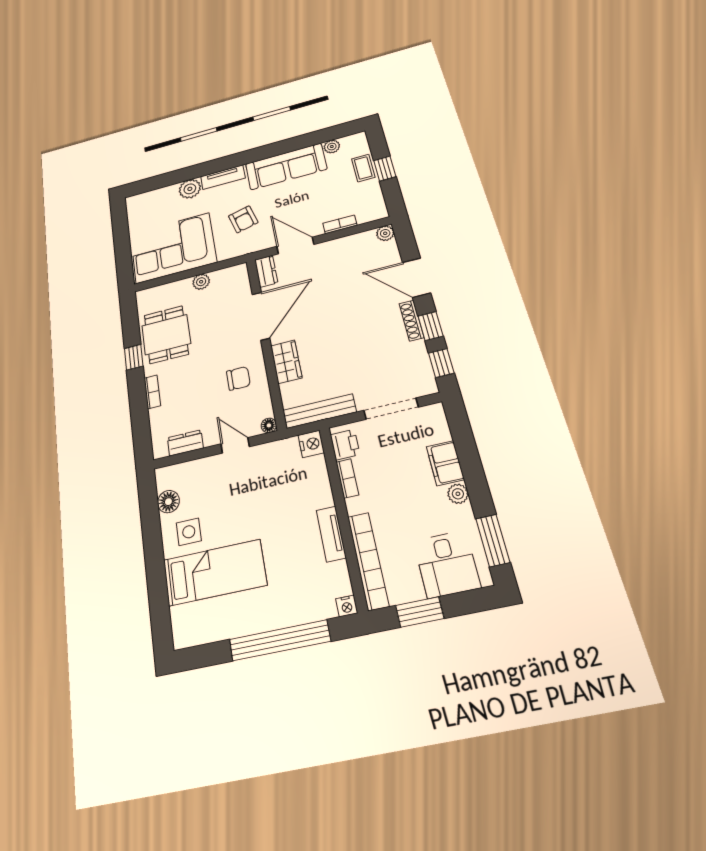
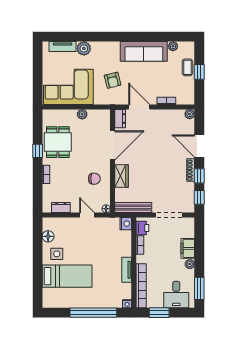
tv unit: (223, 177) -> (63, 47), moved

